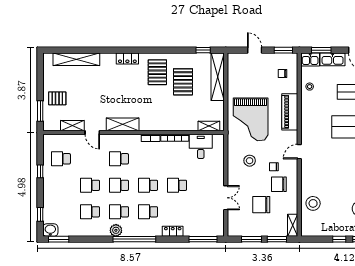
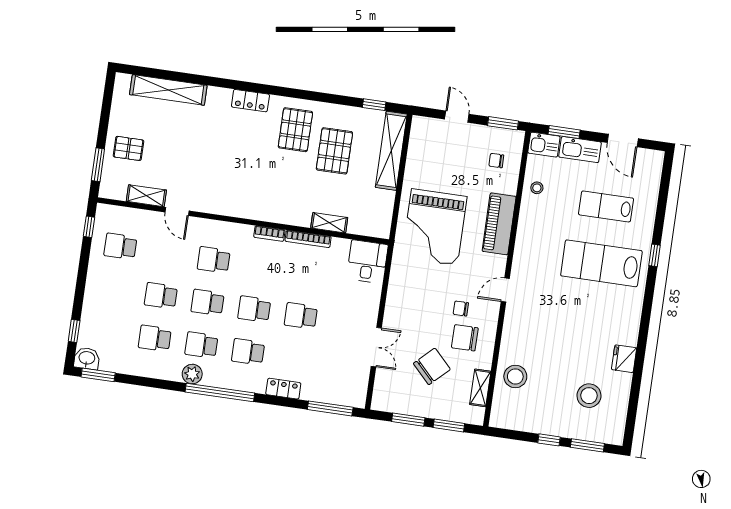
shelving: (123, 124) -> (228, 205), removed
shelving: (209, 126) -> (329, 223), moved
desk: (201, 146) -> (367, 262), moved
stool: (250, 161) -> (423, 293), removed
window: (40, 171) -> (89, 227), moved
chair: (261, 205) -> (432, 366), turned 136
shelving: (293, 225) -> (480, 388), moved

